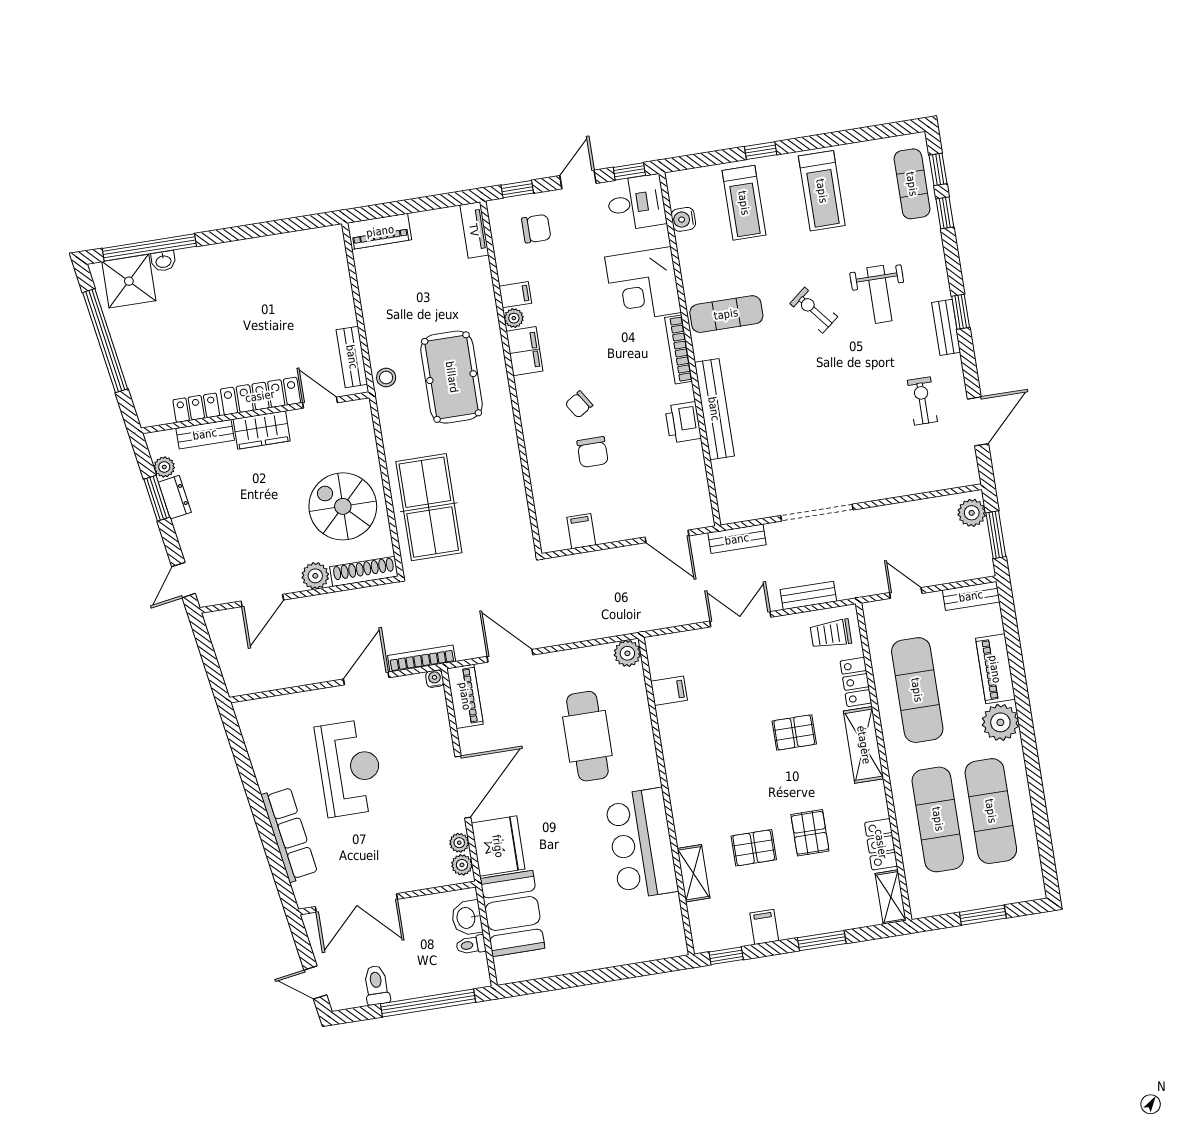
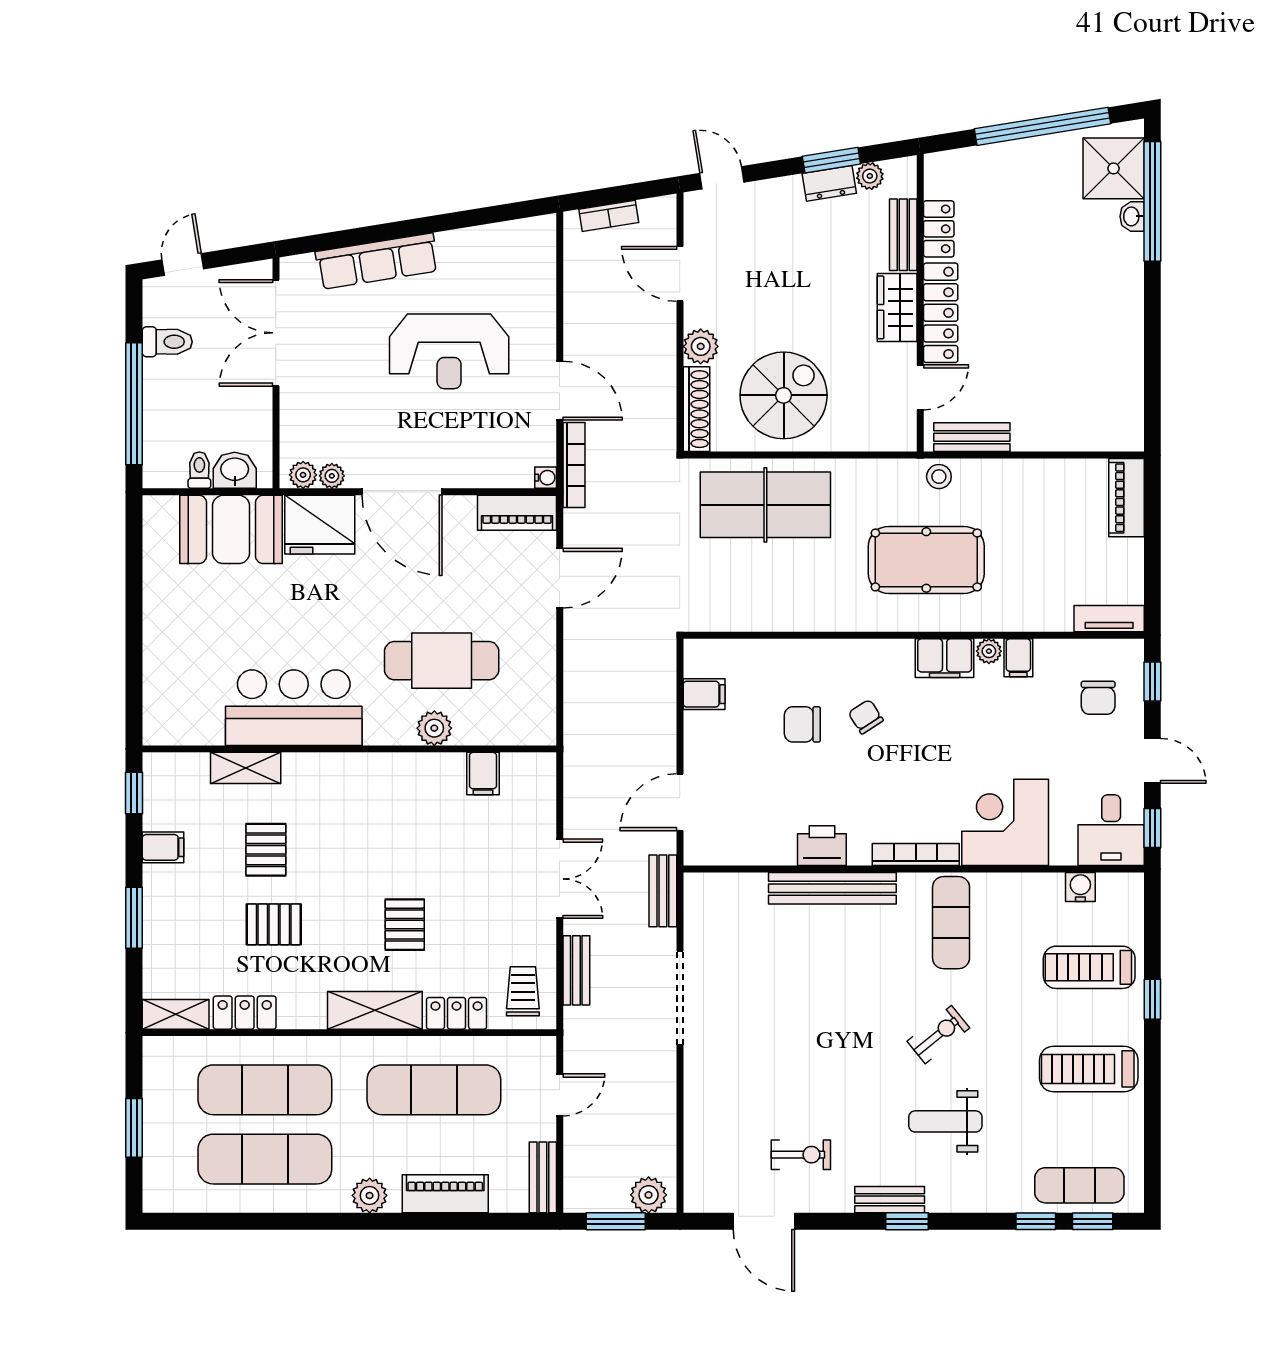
plant: (627, 653) -> (434, 728), moved
bookcase: (227, 662) -> (609, 216), added
plant: (1000, 722) -> (370, 1195), width x0.73, depth x0.73

